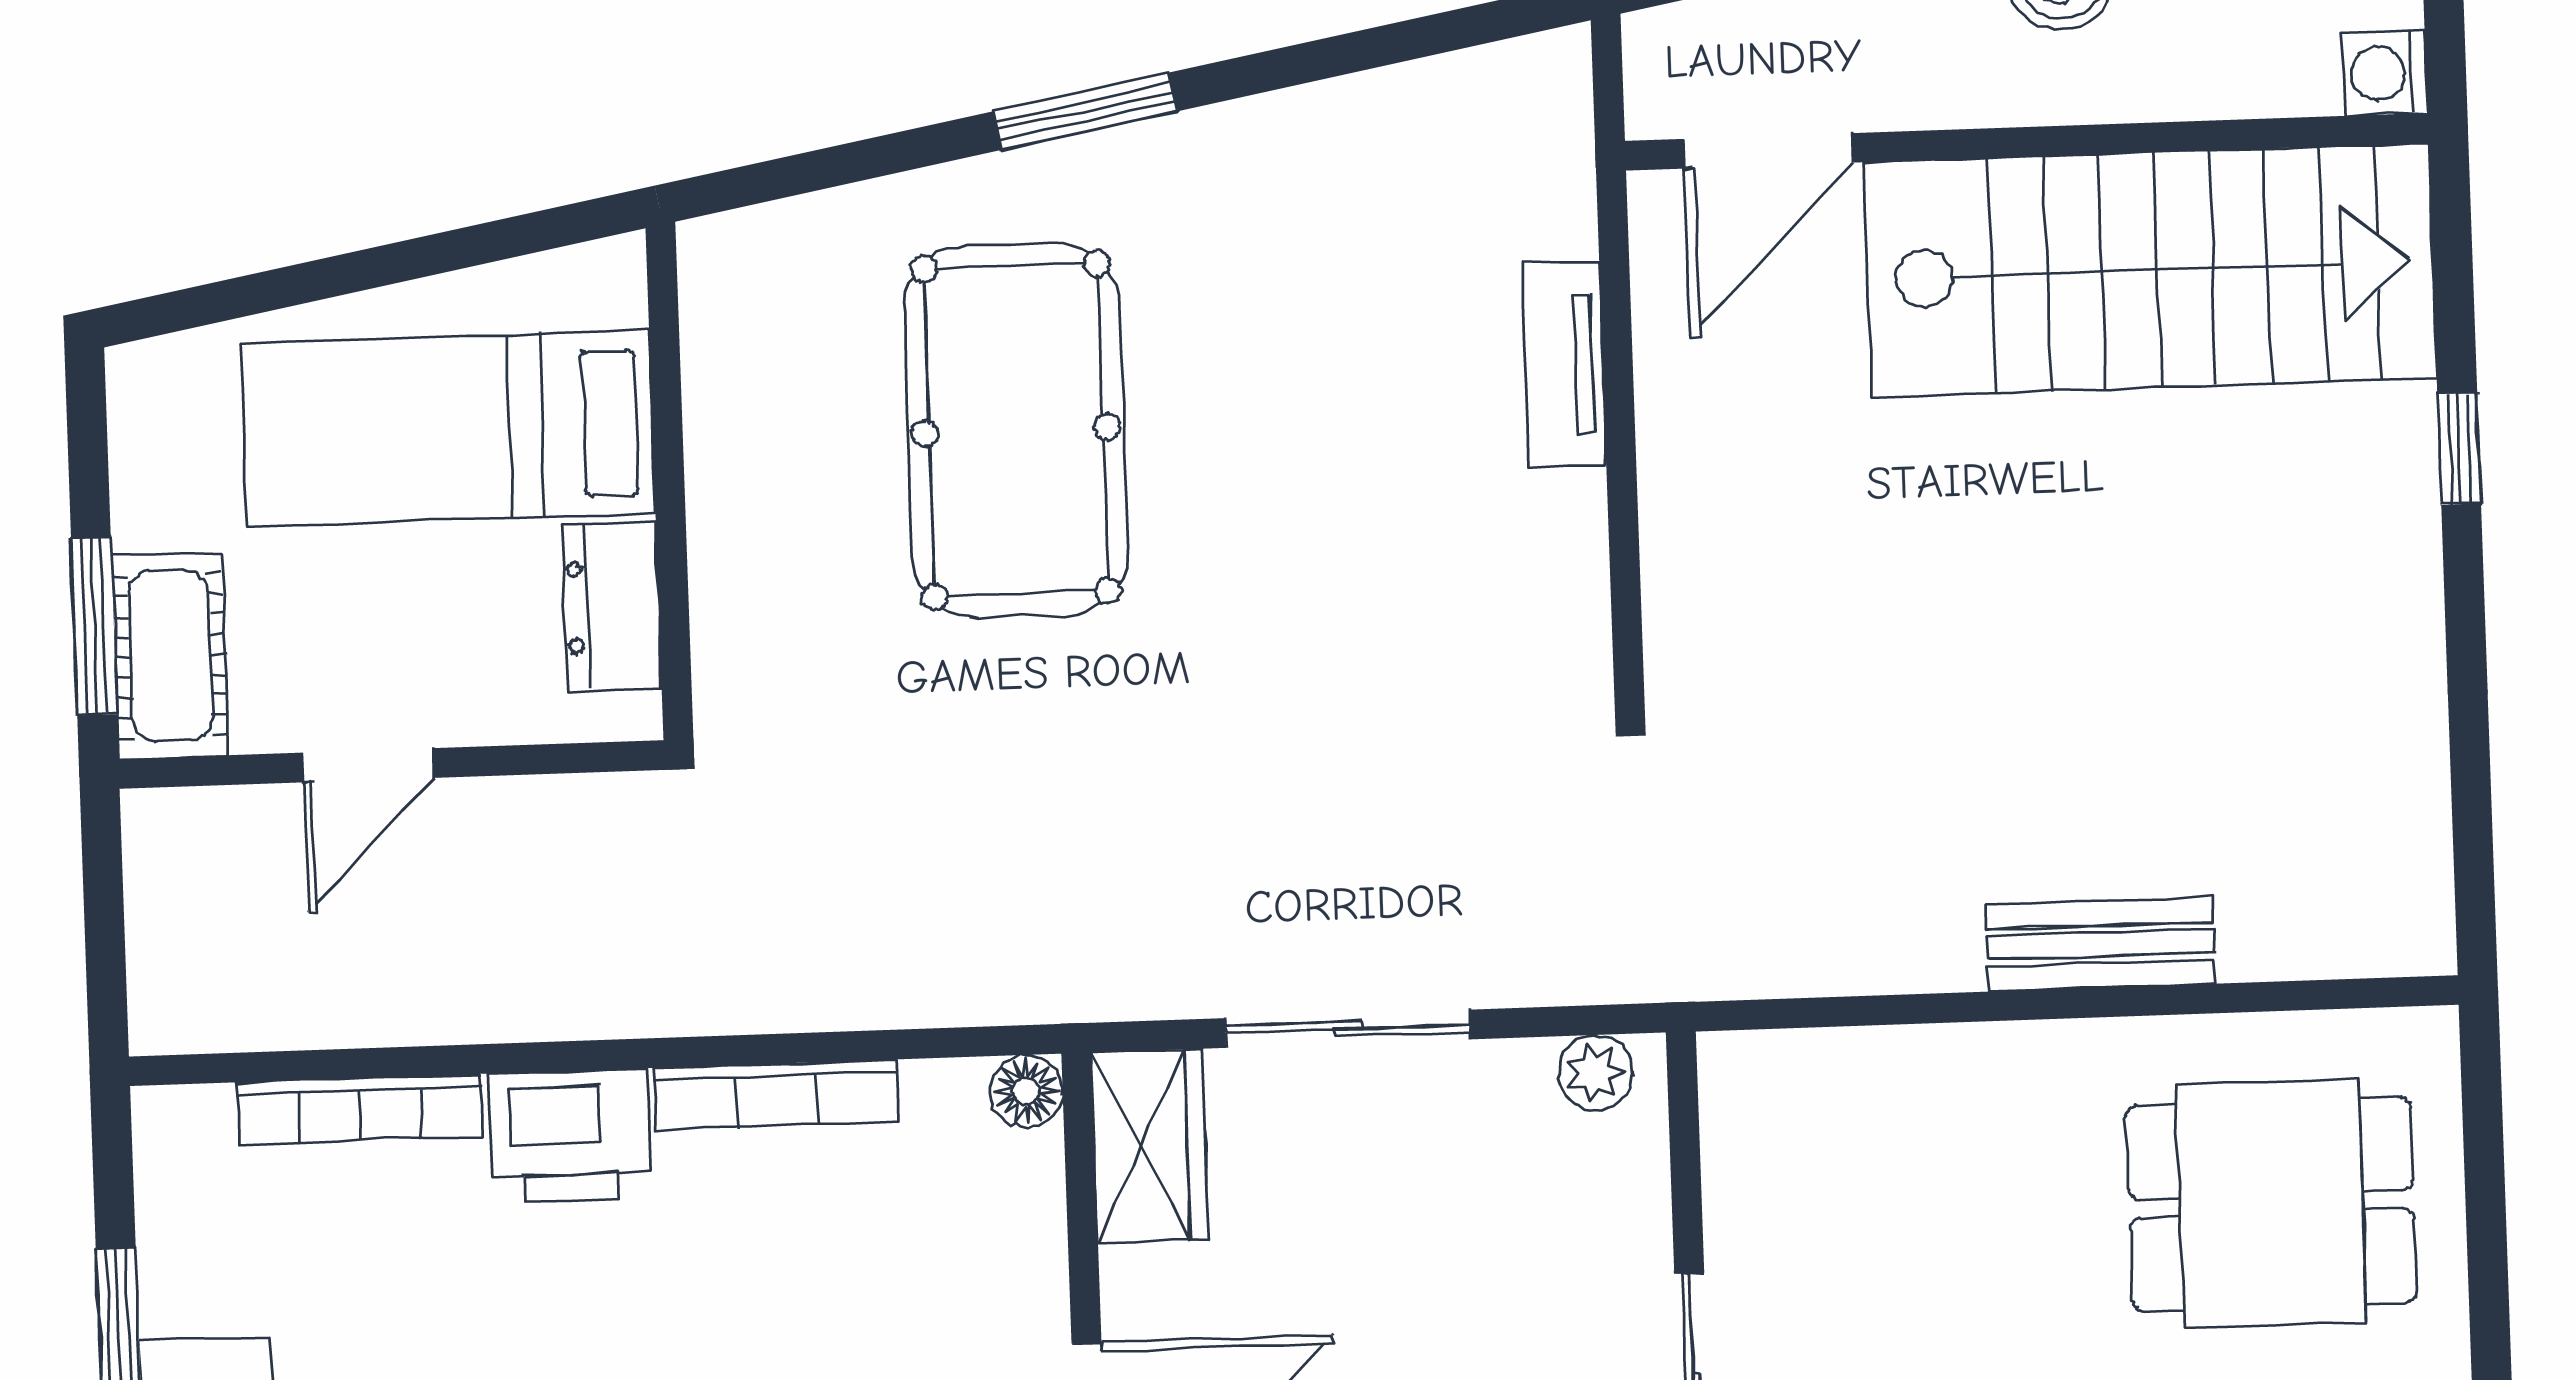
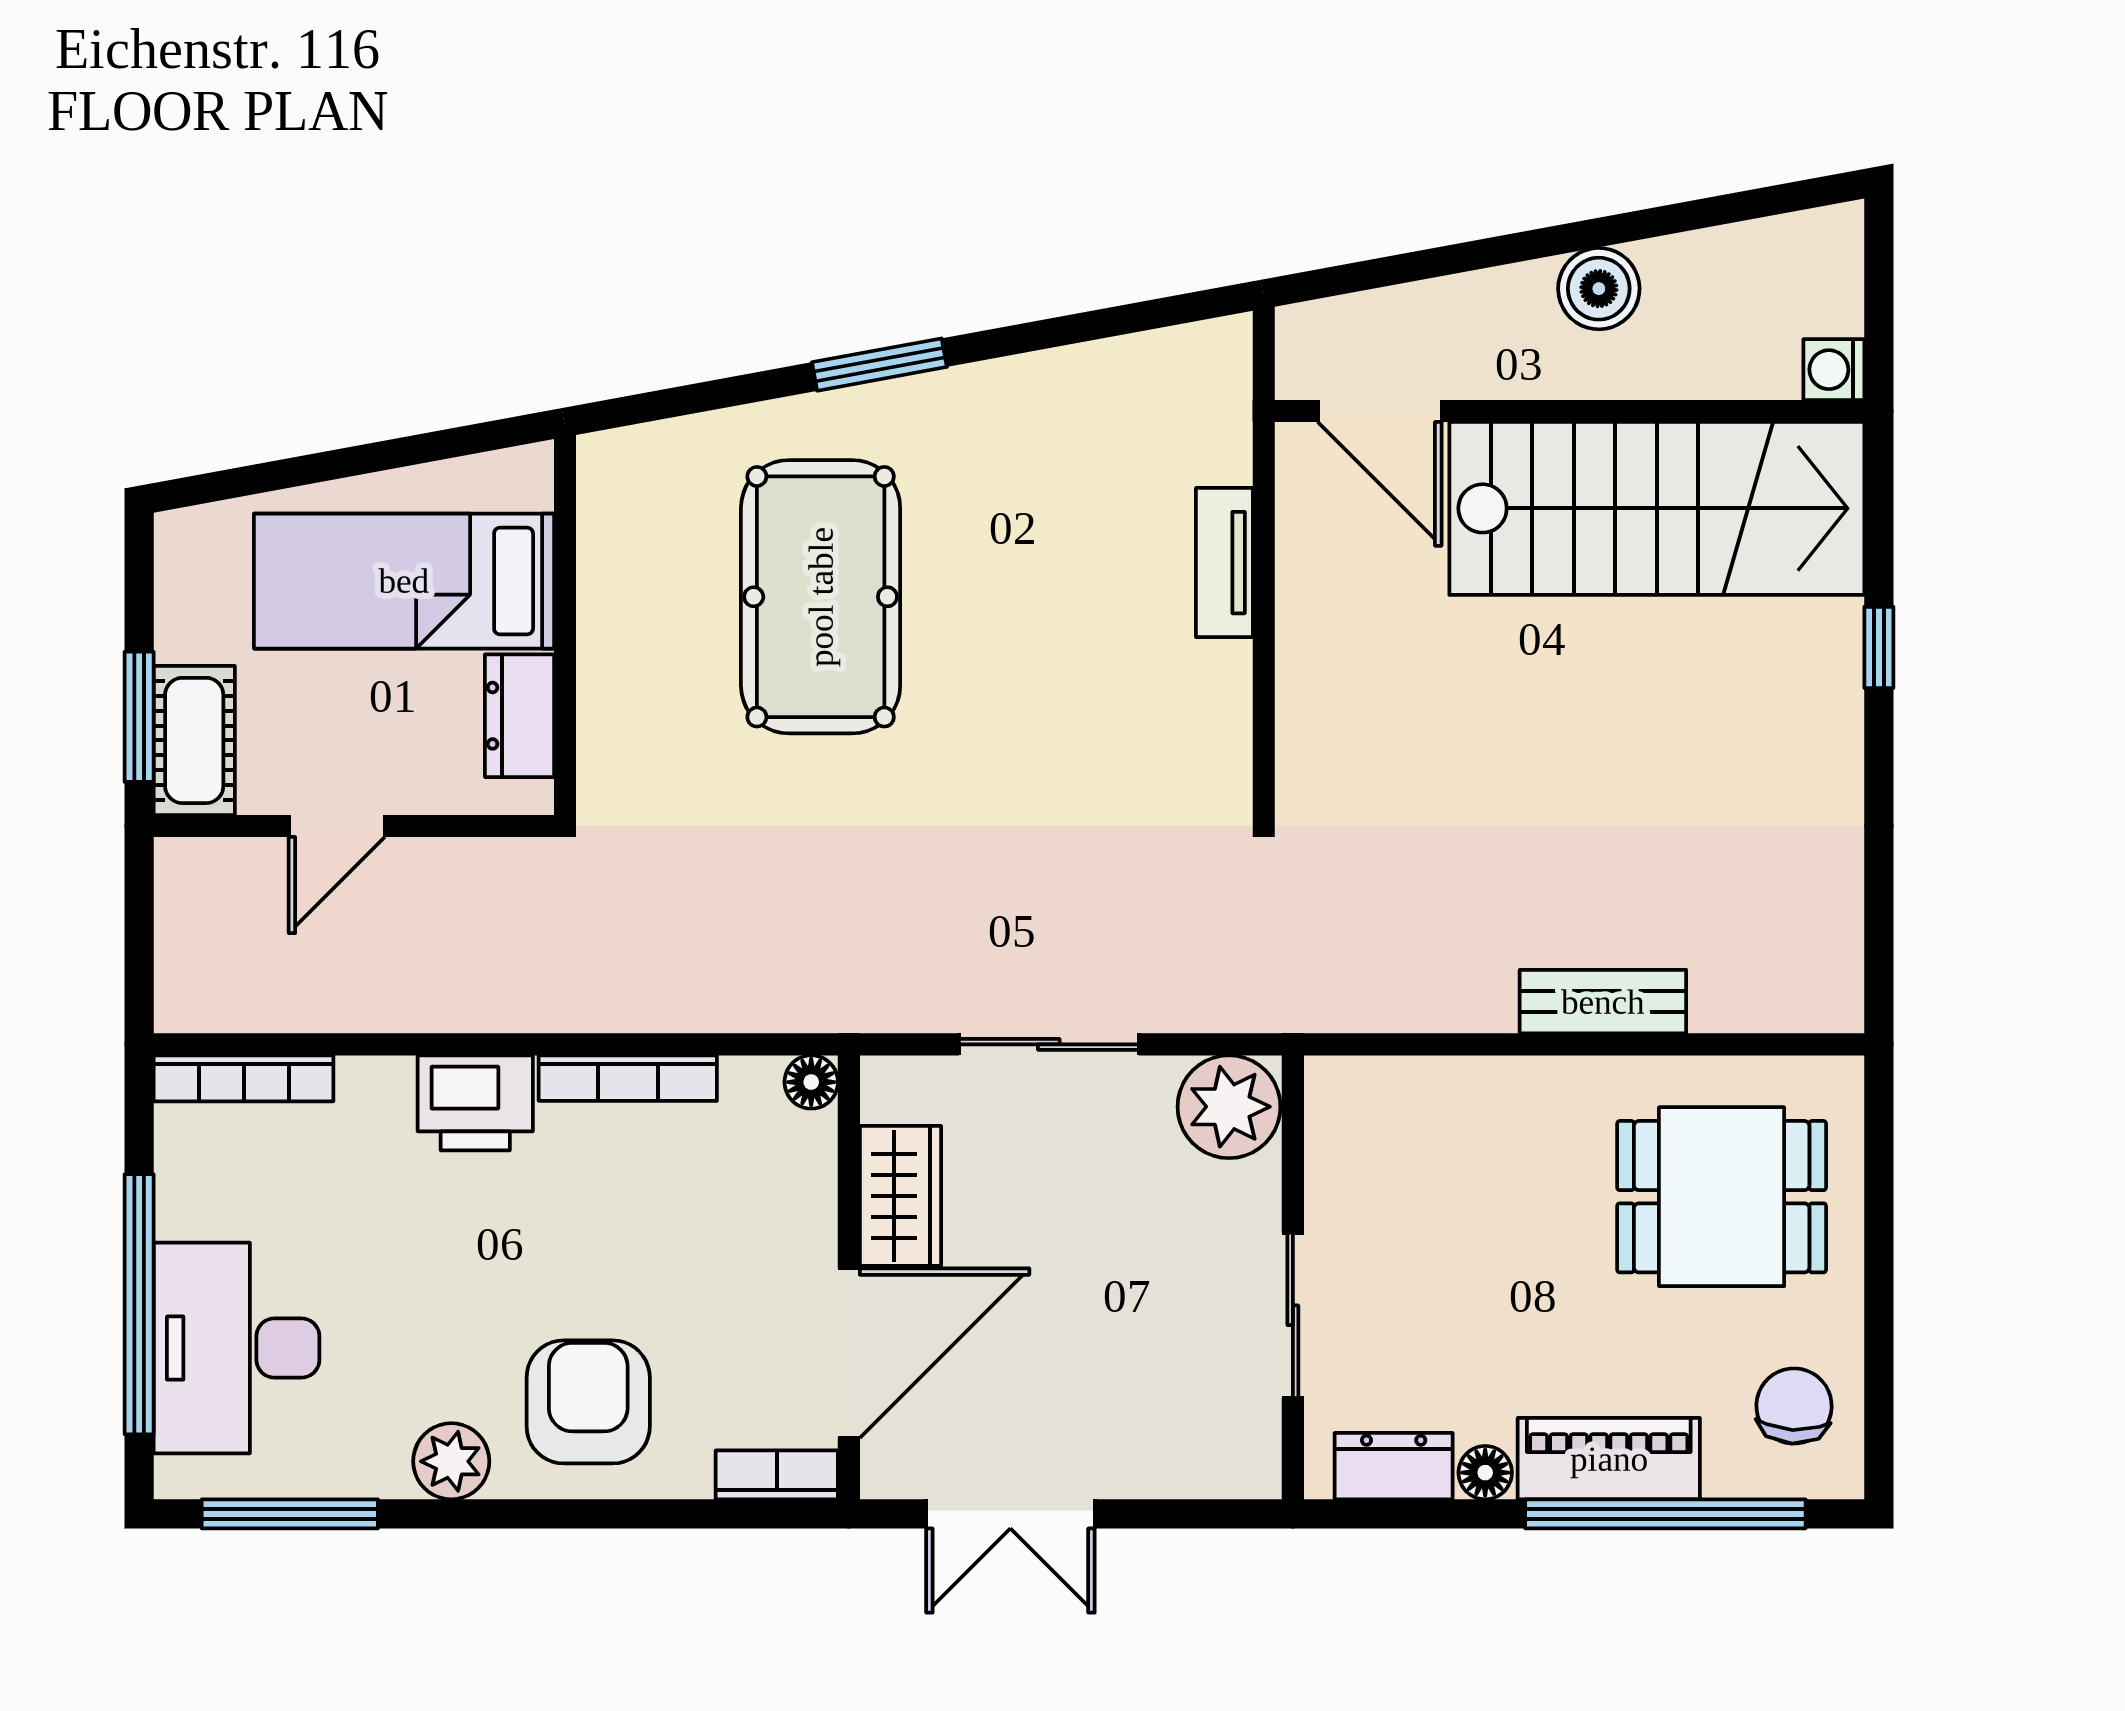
door: (1768, 151) -> (1380, 411), hinge flipped
plant: (1595, 1072) -> (1229, 1107), width x1.87, depth x1.87
bookcase: (360, 1109) -> (244, 1078), moved
wardrobe: (1150, 1146) -> (900, 1196), moved

